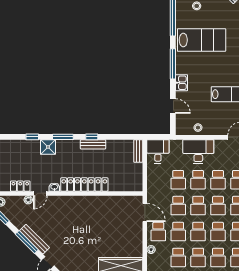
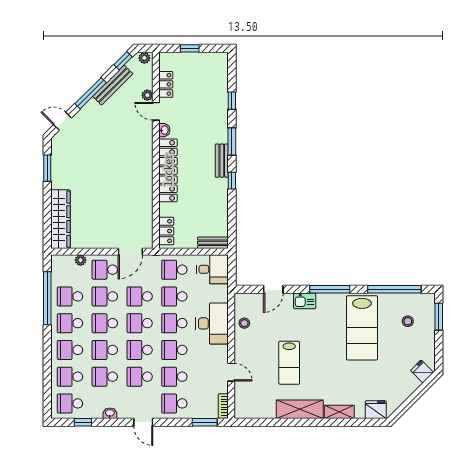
bench: (93, 144) -> (222, 161), moved
shower: (48, 147) -> (218, 122), removed
school desk: (158, 180) -> (174, 270), added
locker: (129, 186) -> (166, 231), added
bench: (34, 239) -> (113, 85), moved

